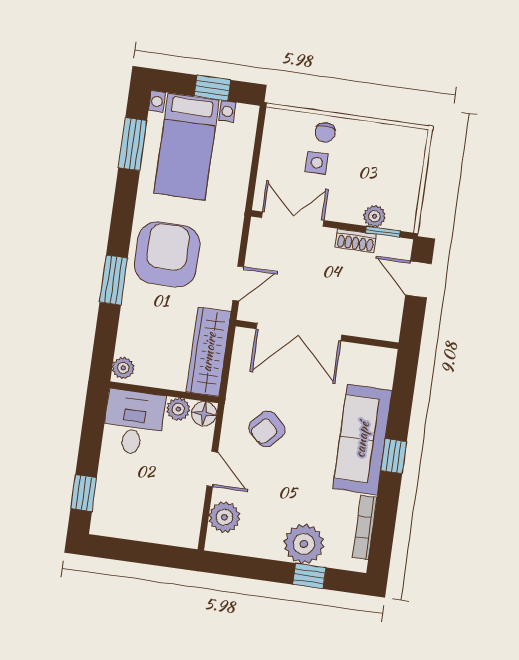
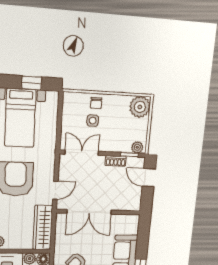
plant: (407, 146) -> (140, 107), added
plant: (375, 216) -> (137, 147), moved

